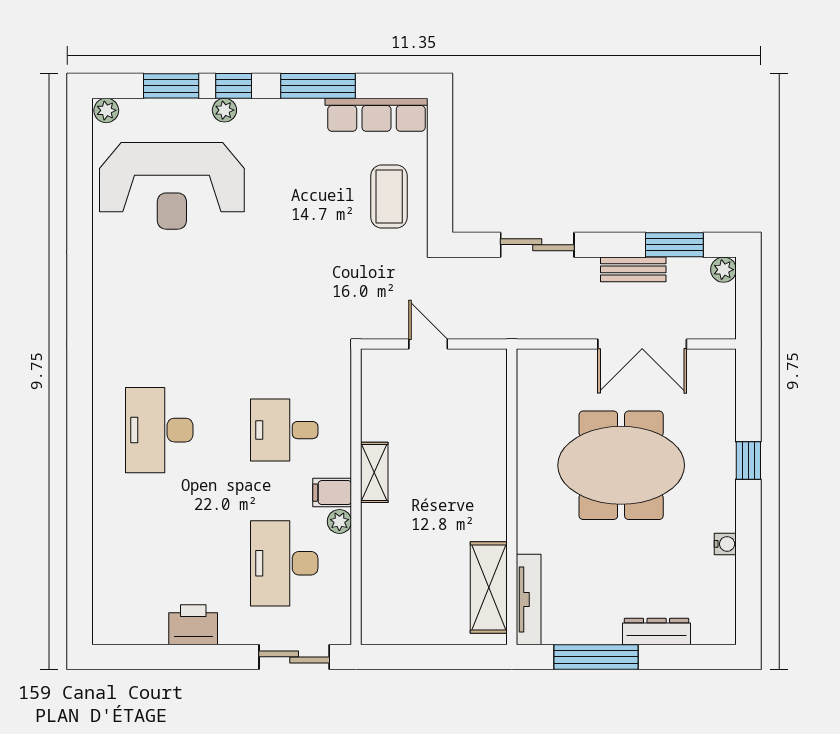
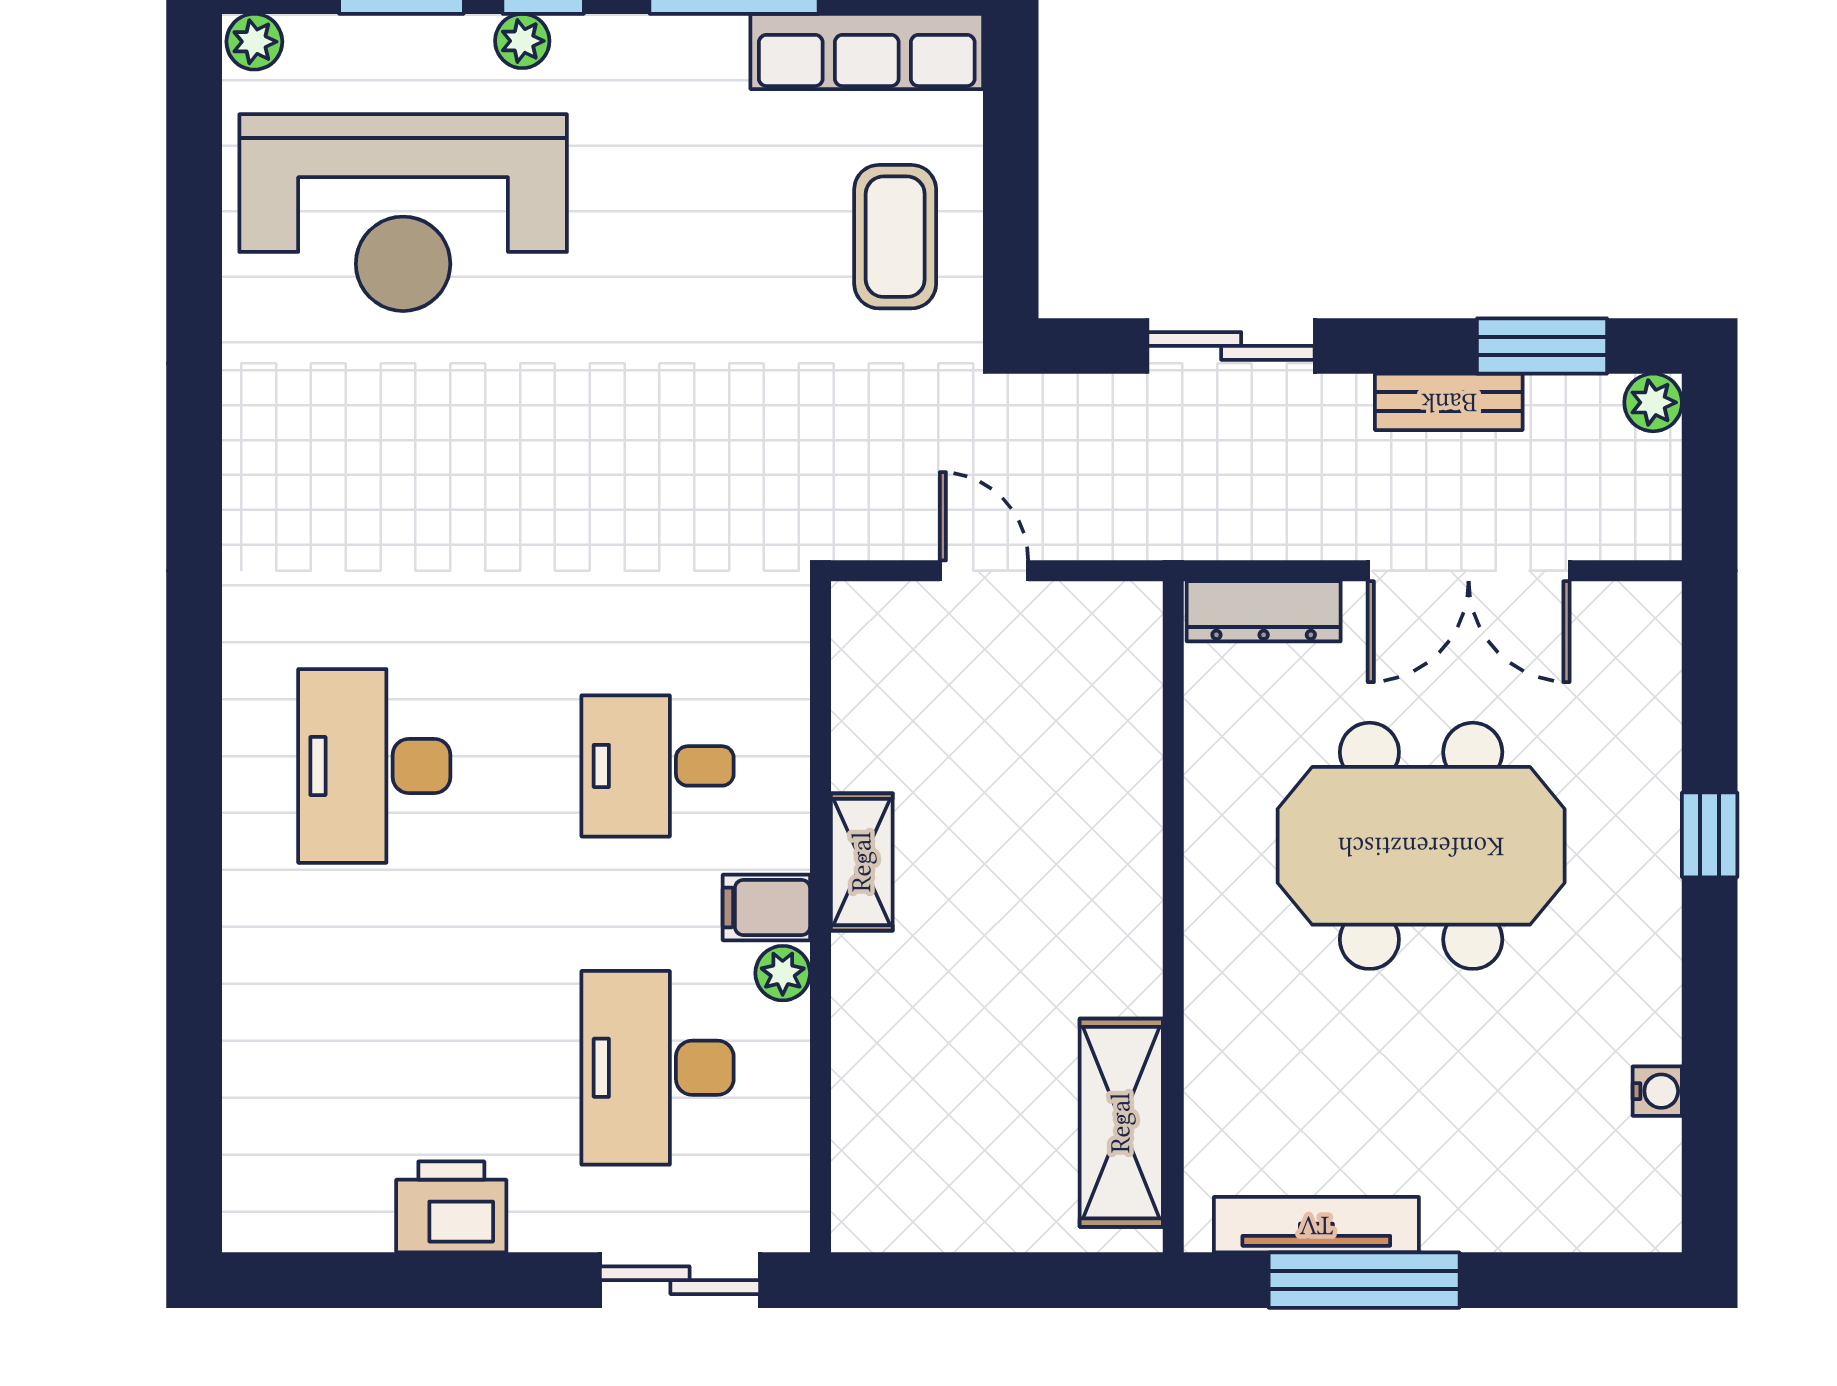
water cooler: (725, 544) -> (1657, 1091), moved
tv unit: (529, 600) -> (1316, 1225), moved, turned -90
dresser: (657, 631) -> (1264, 611), moved, turned 180

